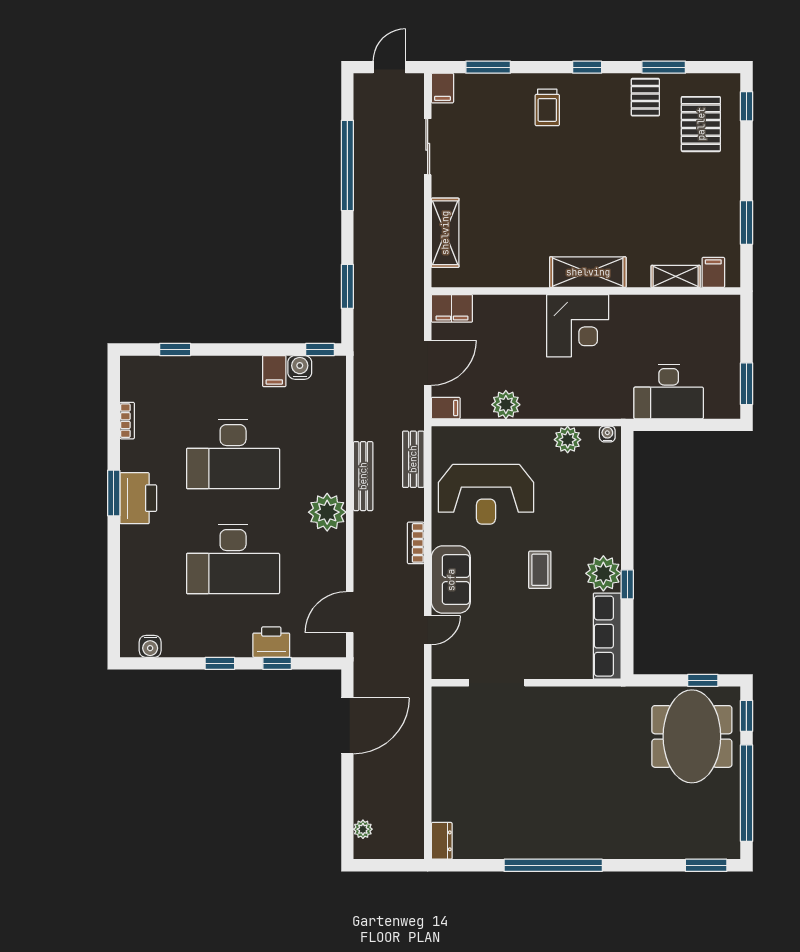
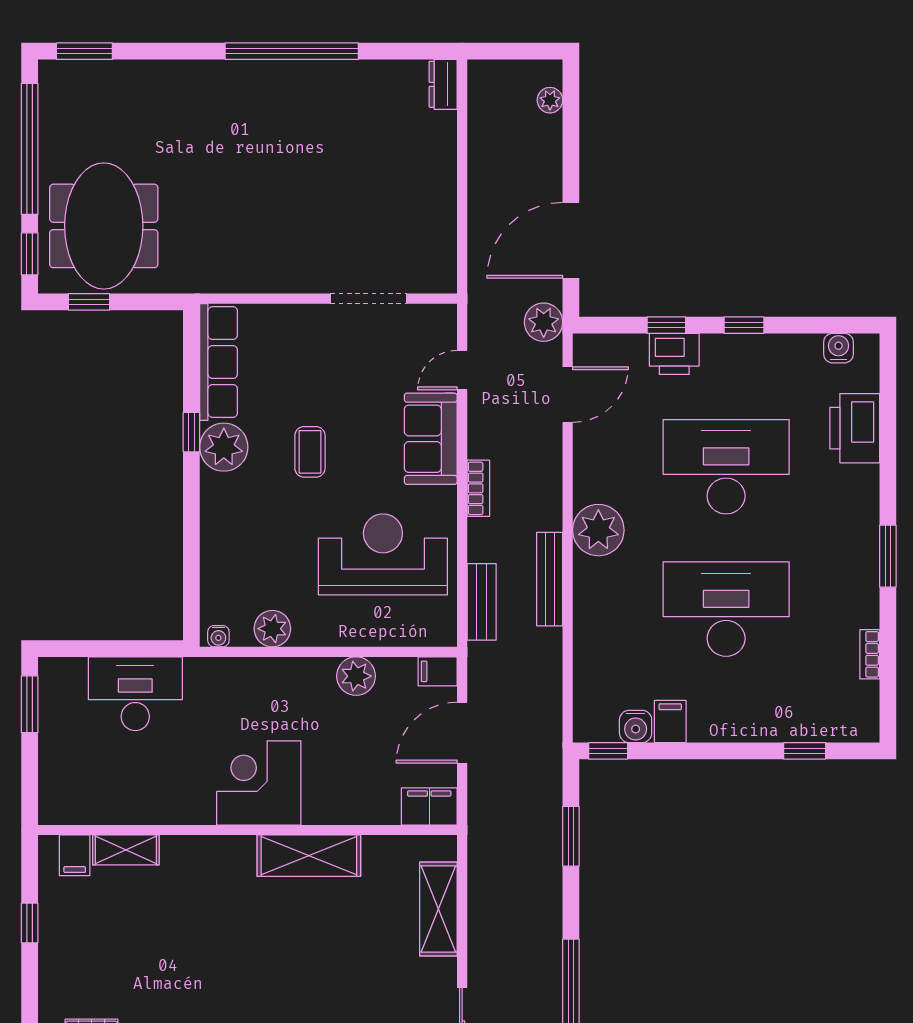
window: (746, 223) -> (30, 923), width x0.67
shelving: (588, 272) -> (309, 856), moved
printer: (138, 498) -> (855, 428), moved
plant: (368, 665) -> (544, 322), added

